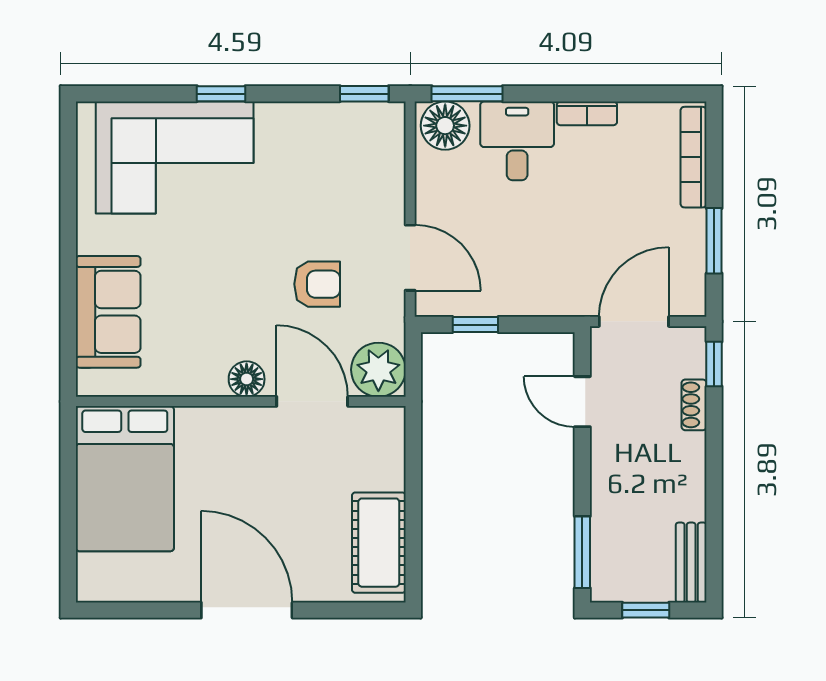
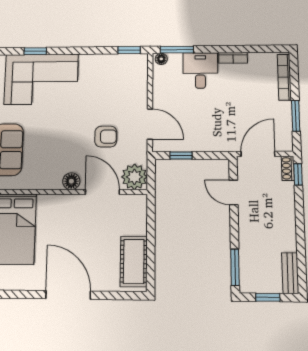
window: (221, 94) -> (35, 51), moved
floor lamp: (445, 126) -> (161, 59), width x0.53, depth x0.53
shoe rack: (694, 405) -> (288, 168), moved

